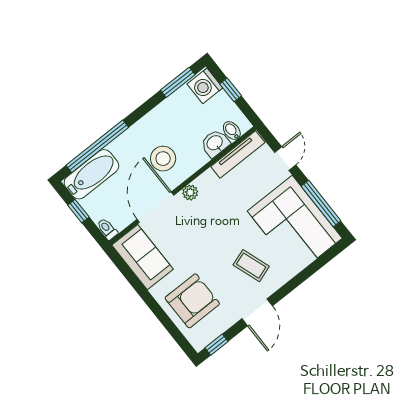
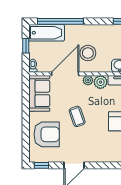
plant: (208, 182) -> (100, 82), added
coffee table: (251, 266) -> (77, 116), moved

